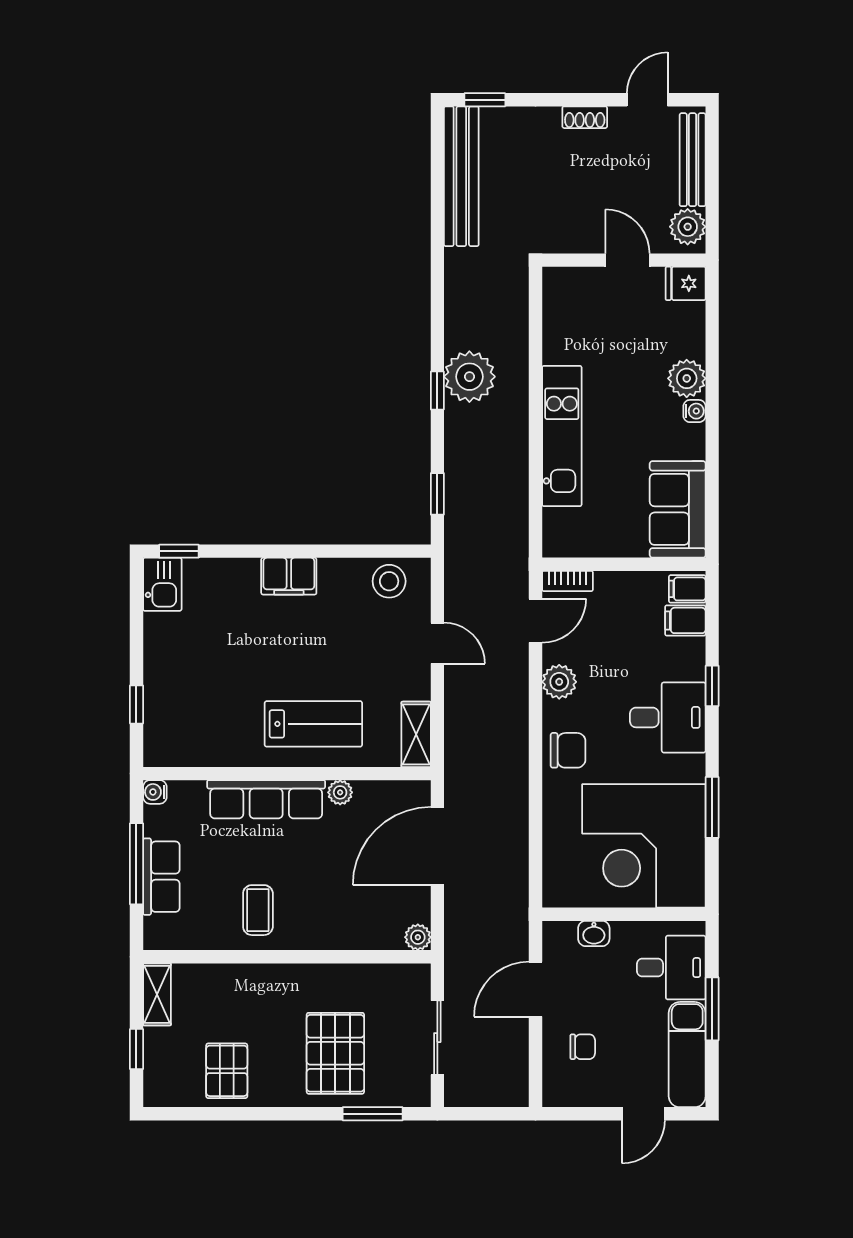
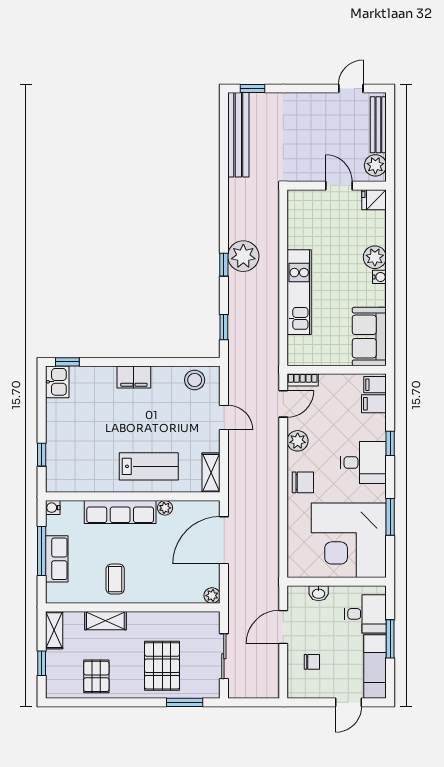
shoe rack: (585, 117) -> (313, 99), removed
shelving: (242, 979) -> (105, 621), added

